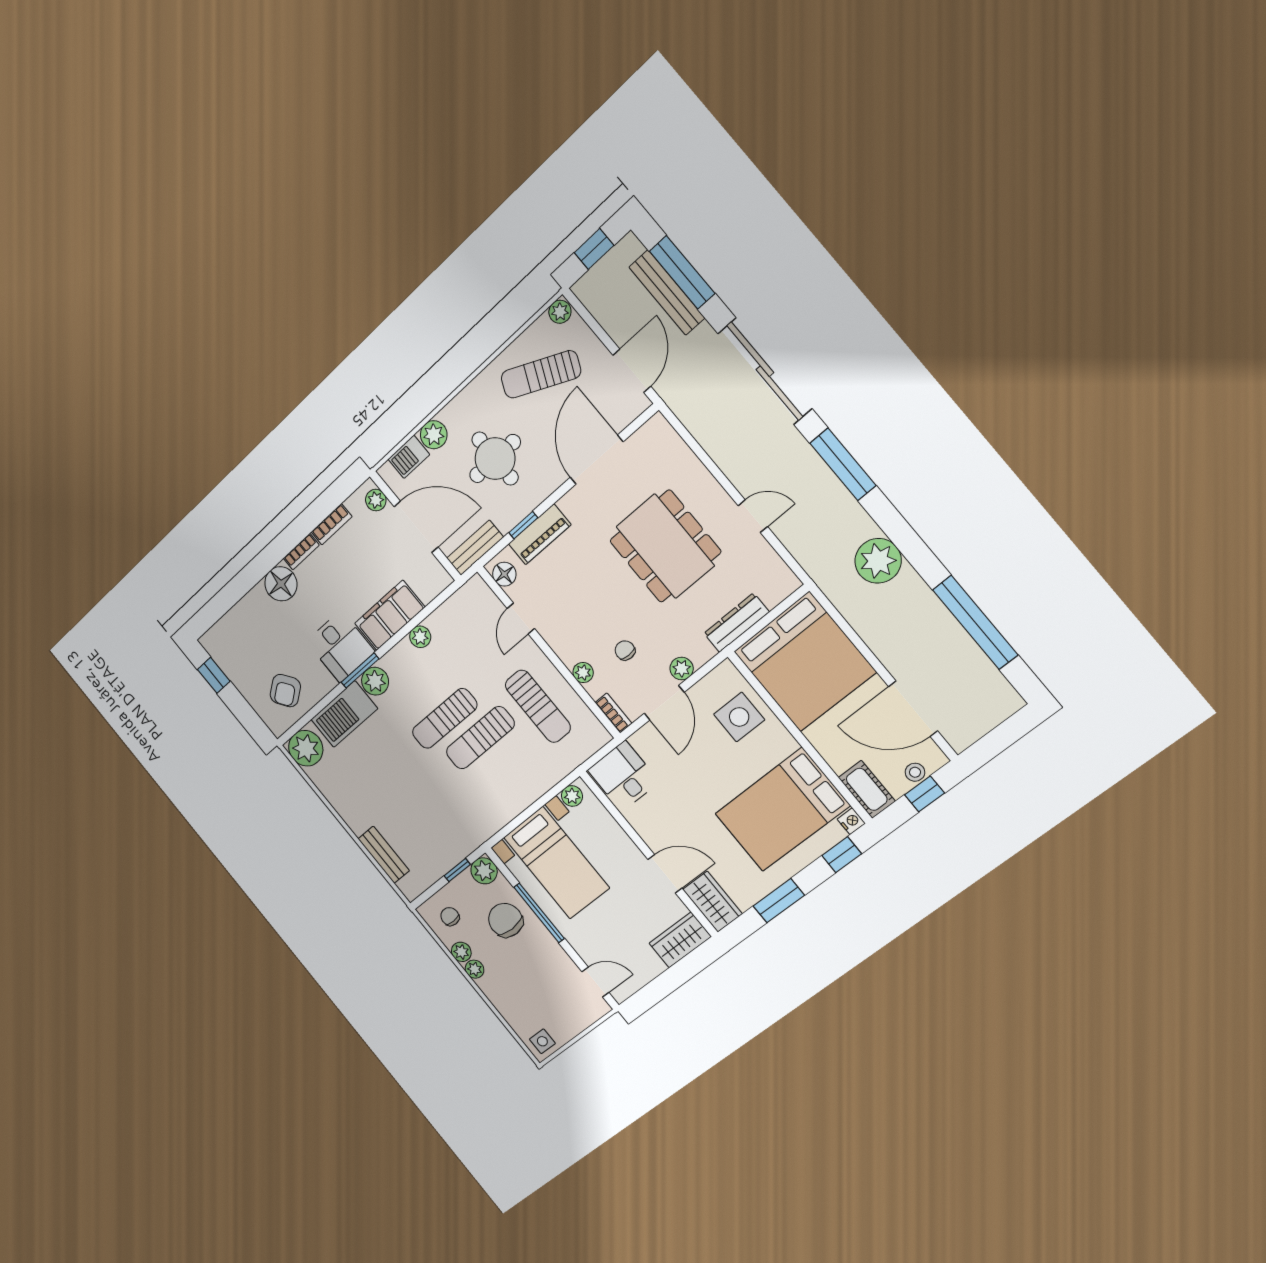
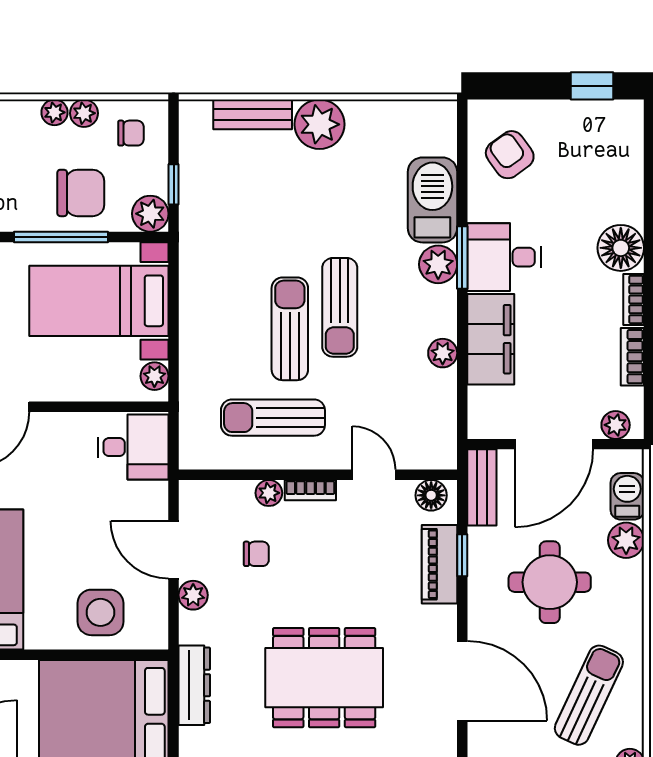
bookcase: (613, 713) -> (310, 490), moved
sun lounger: (445, 718) -> (340, 307), turned 180
plant: (306, 748) -> (320, 124), moved

